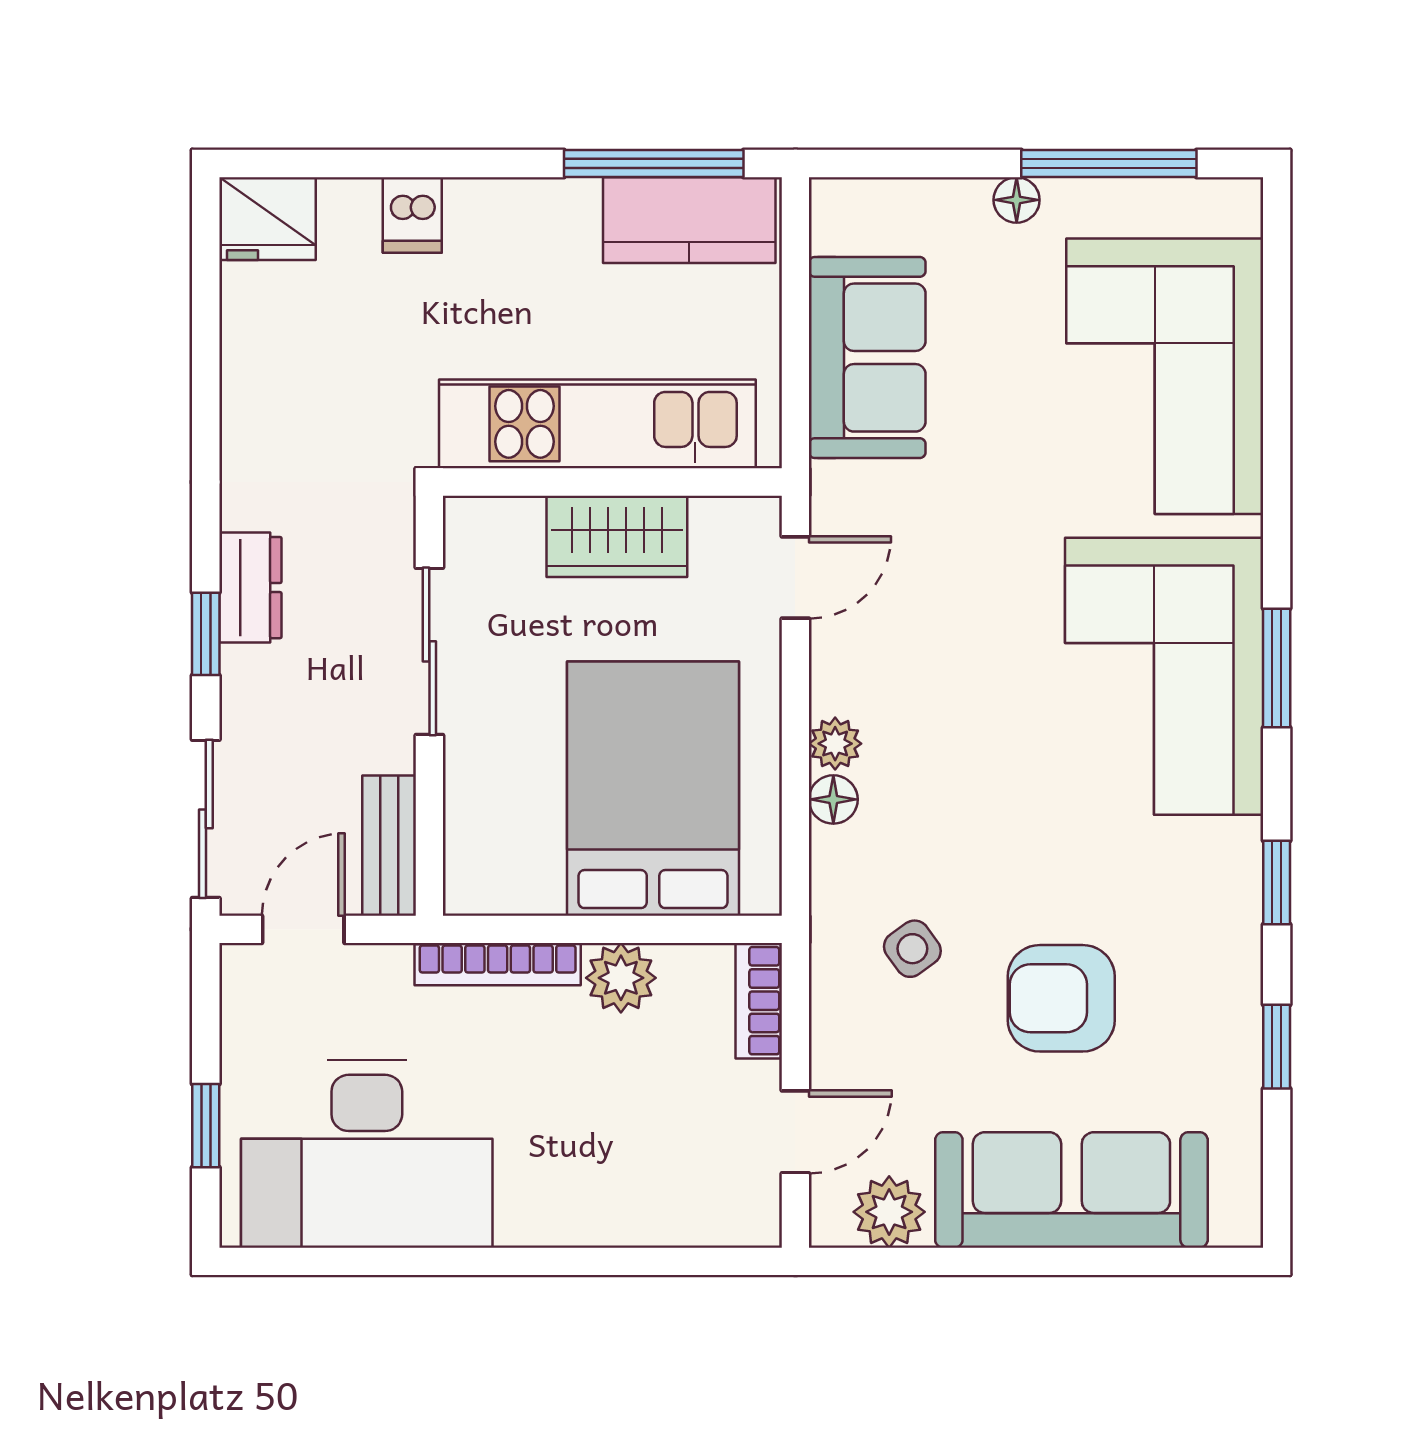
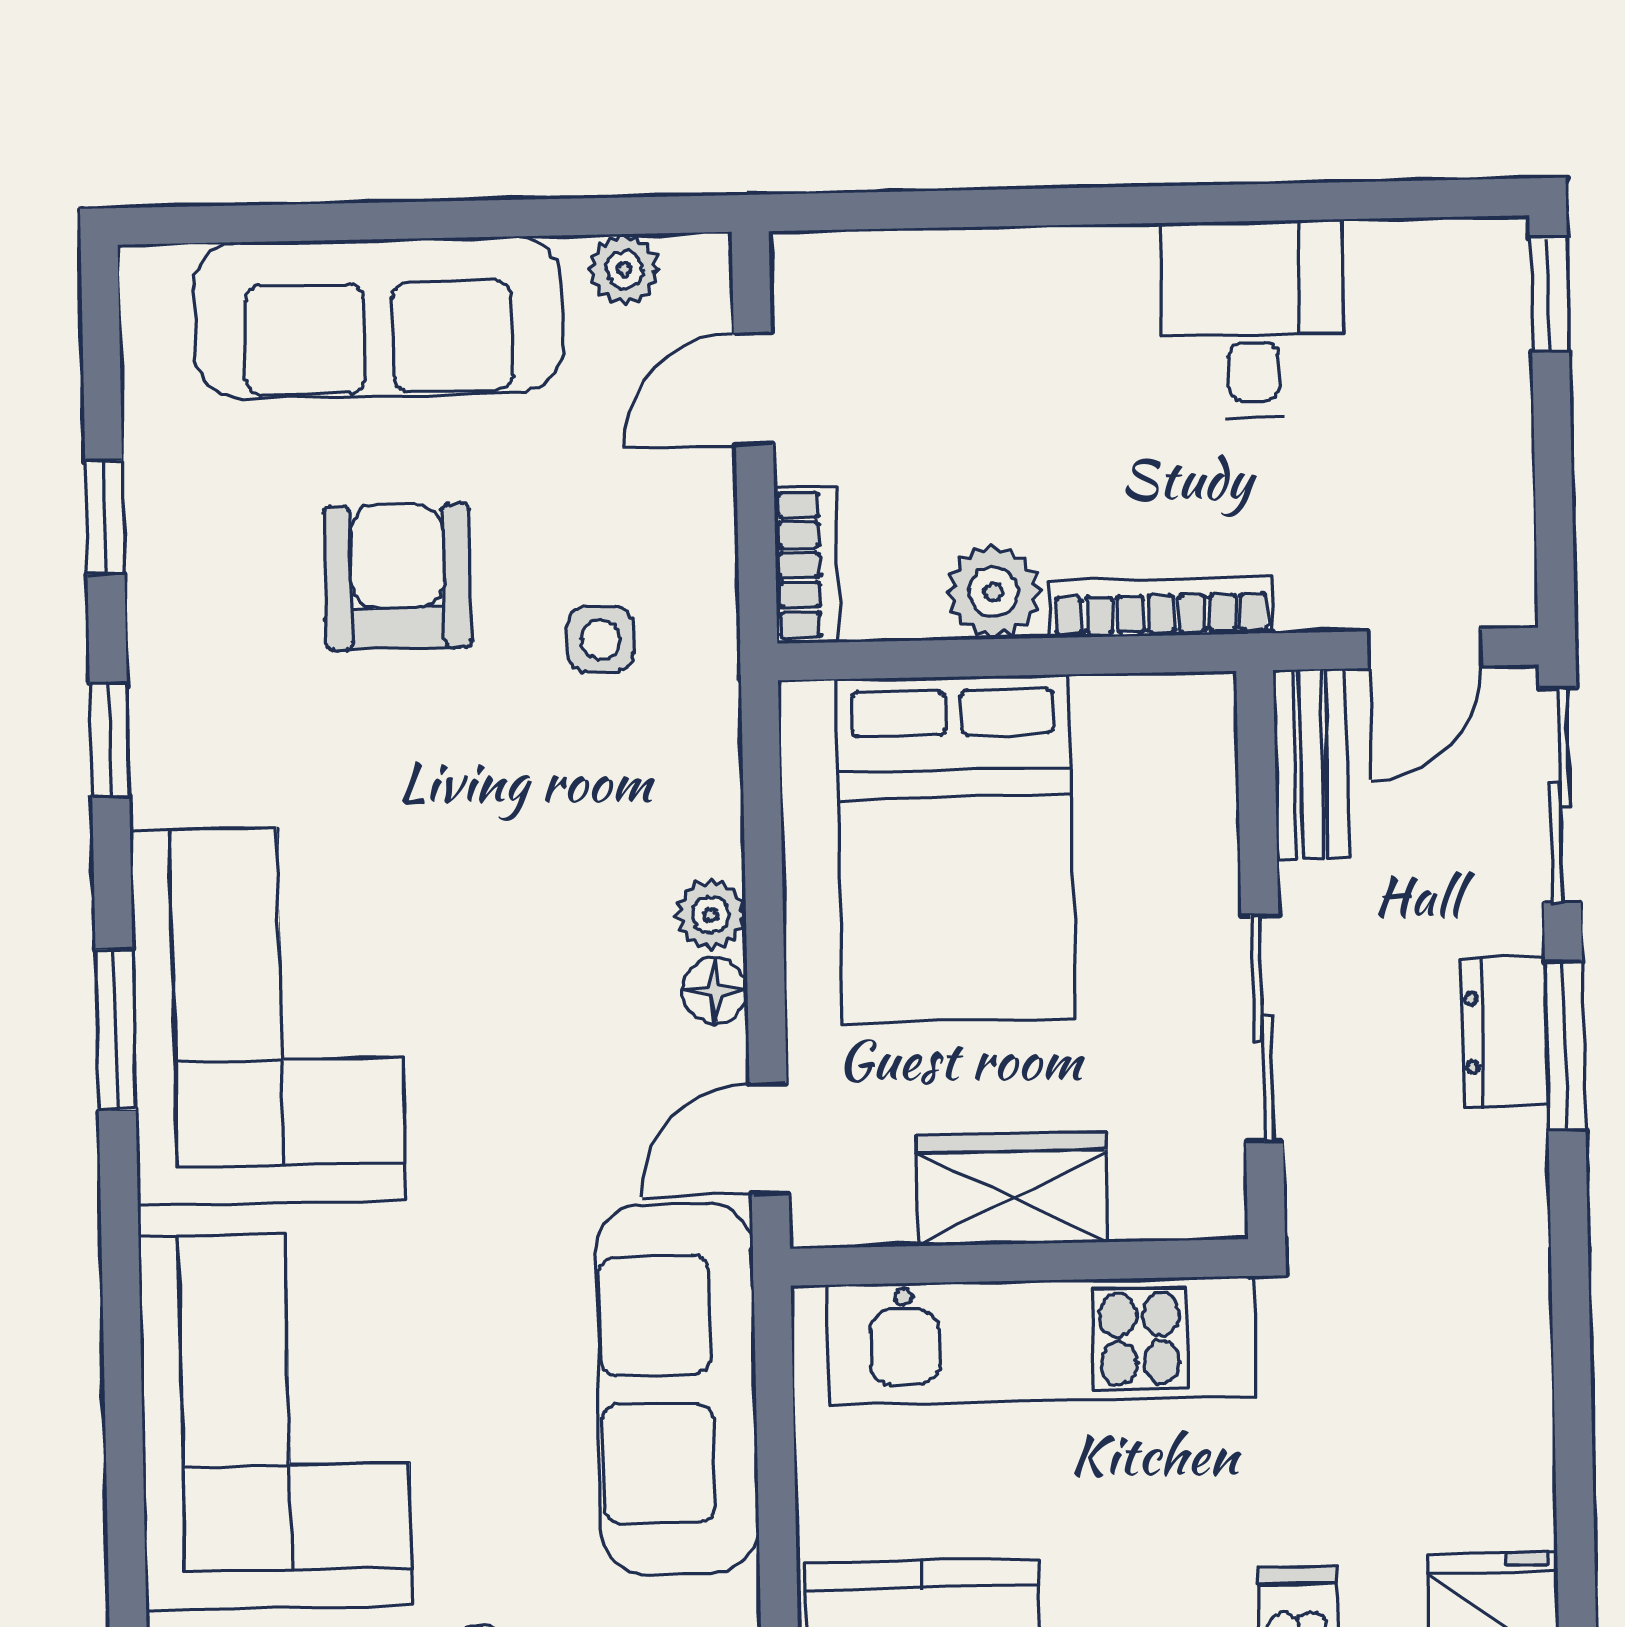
sofa: (867, 358) -> (677, 1389), width x1.36
dresser: (250, 588) -> (1505, 1032), moved
window: (206, 634) -> (1565, 1045), width x1.50
floor lamp: (833, 799) -> (715, 990), moved
side table: (912, 949) -> (600, 640), turned 36
armchair: (1061, 998) -> (398, 577), turned -90
window: (206, 1126) -> (1549, 294), moved
desk: (367, 1154) -> (1253, 319), width x0.53, depth x0.77
plant: (889, 1212) -> (624, 269), width x0.73, depth x0.73

